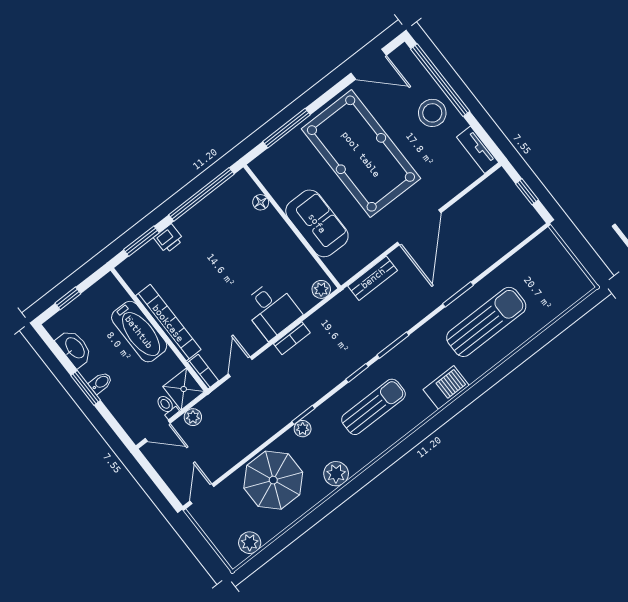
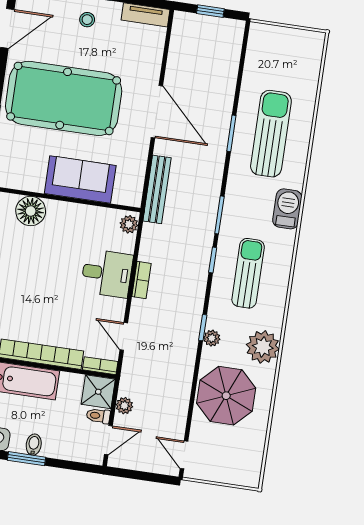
stool: (432, 113) -> (87, 20), width x0.53, depth x0.53
floor lamp: (261, 202) -> (31, 211), width x1.89, depth x1.89
bench: (373, 278) -> (157, 189), width x1.36
plant: (336, 474) -> (263, 347), width x1.36, depth x1.36
plant: (250, 543) -> (252, 457), removed

